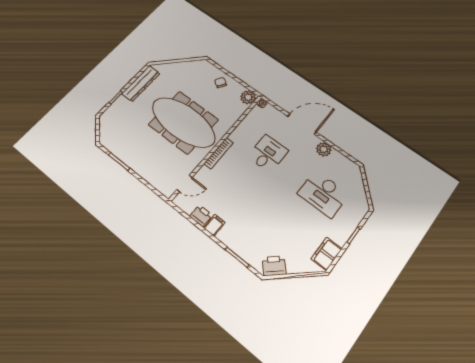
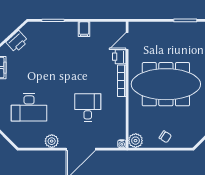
desk: (268, 154) -> (88, 107), turned 180
desk: (323, 194) -> (29, 107), turned 180
printer: (201, 216) -> (119, 57), moved, turned 90
printer: (274, 266) -> (17, 42), moved

